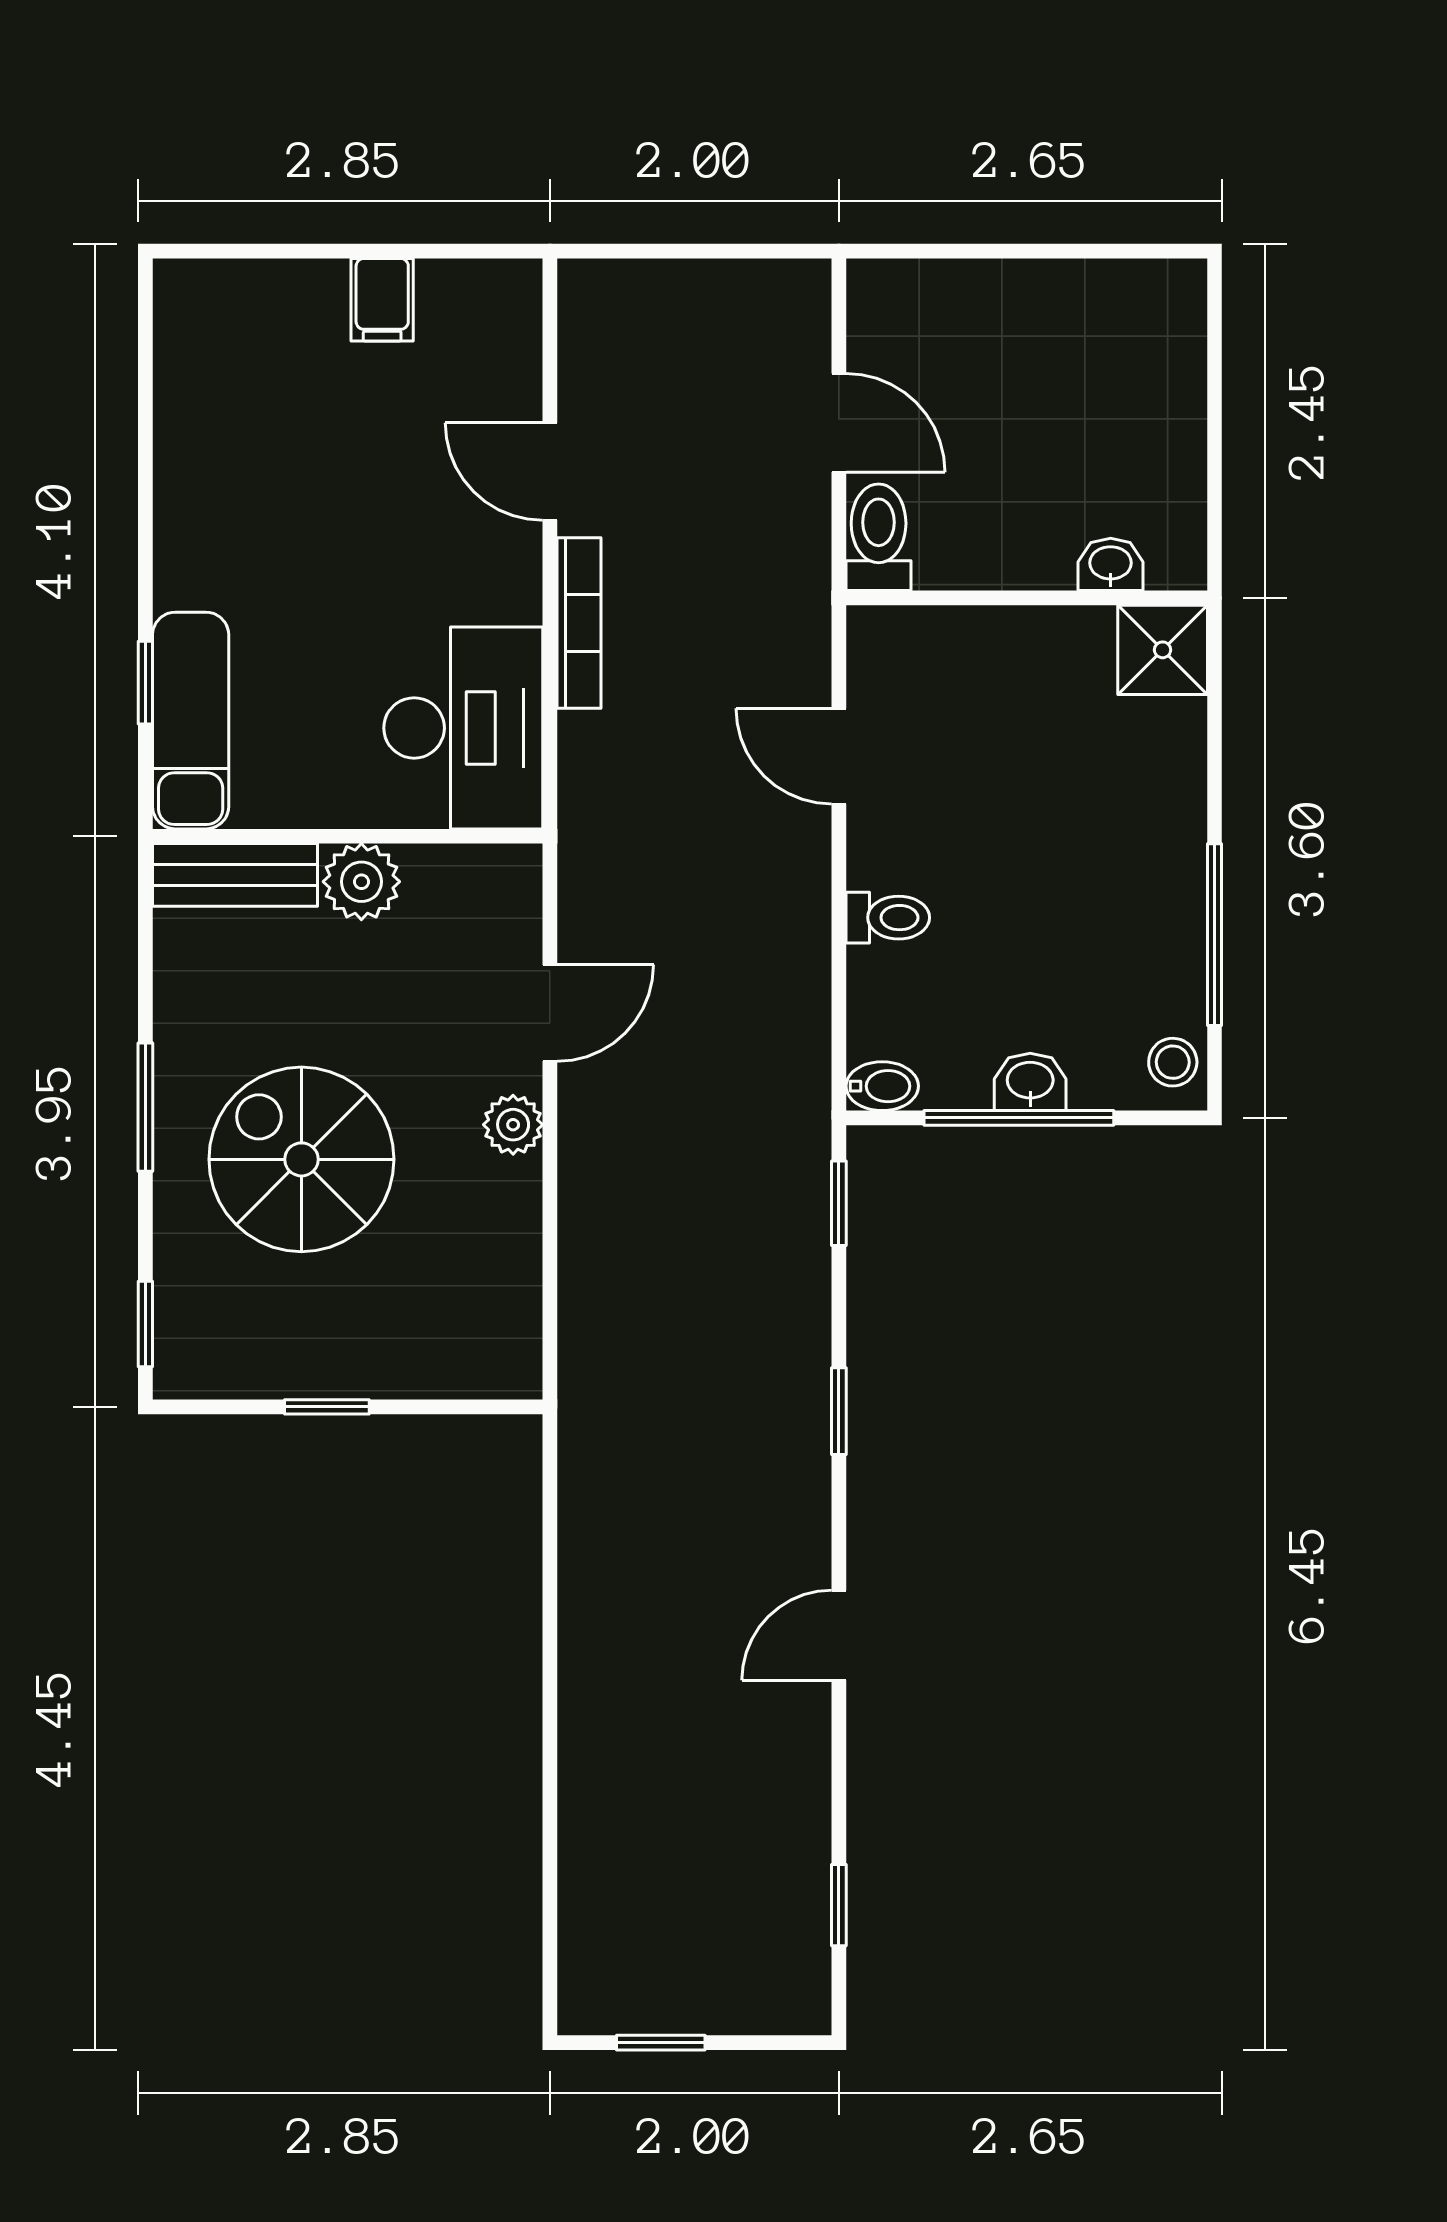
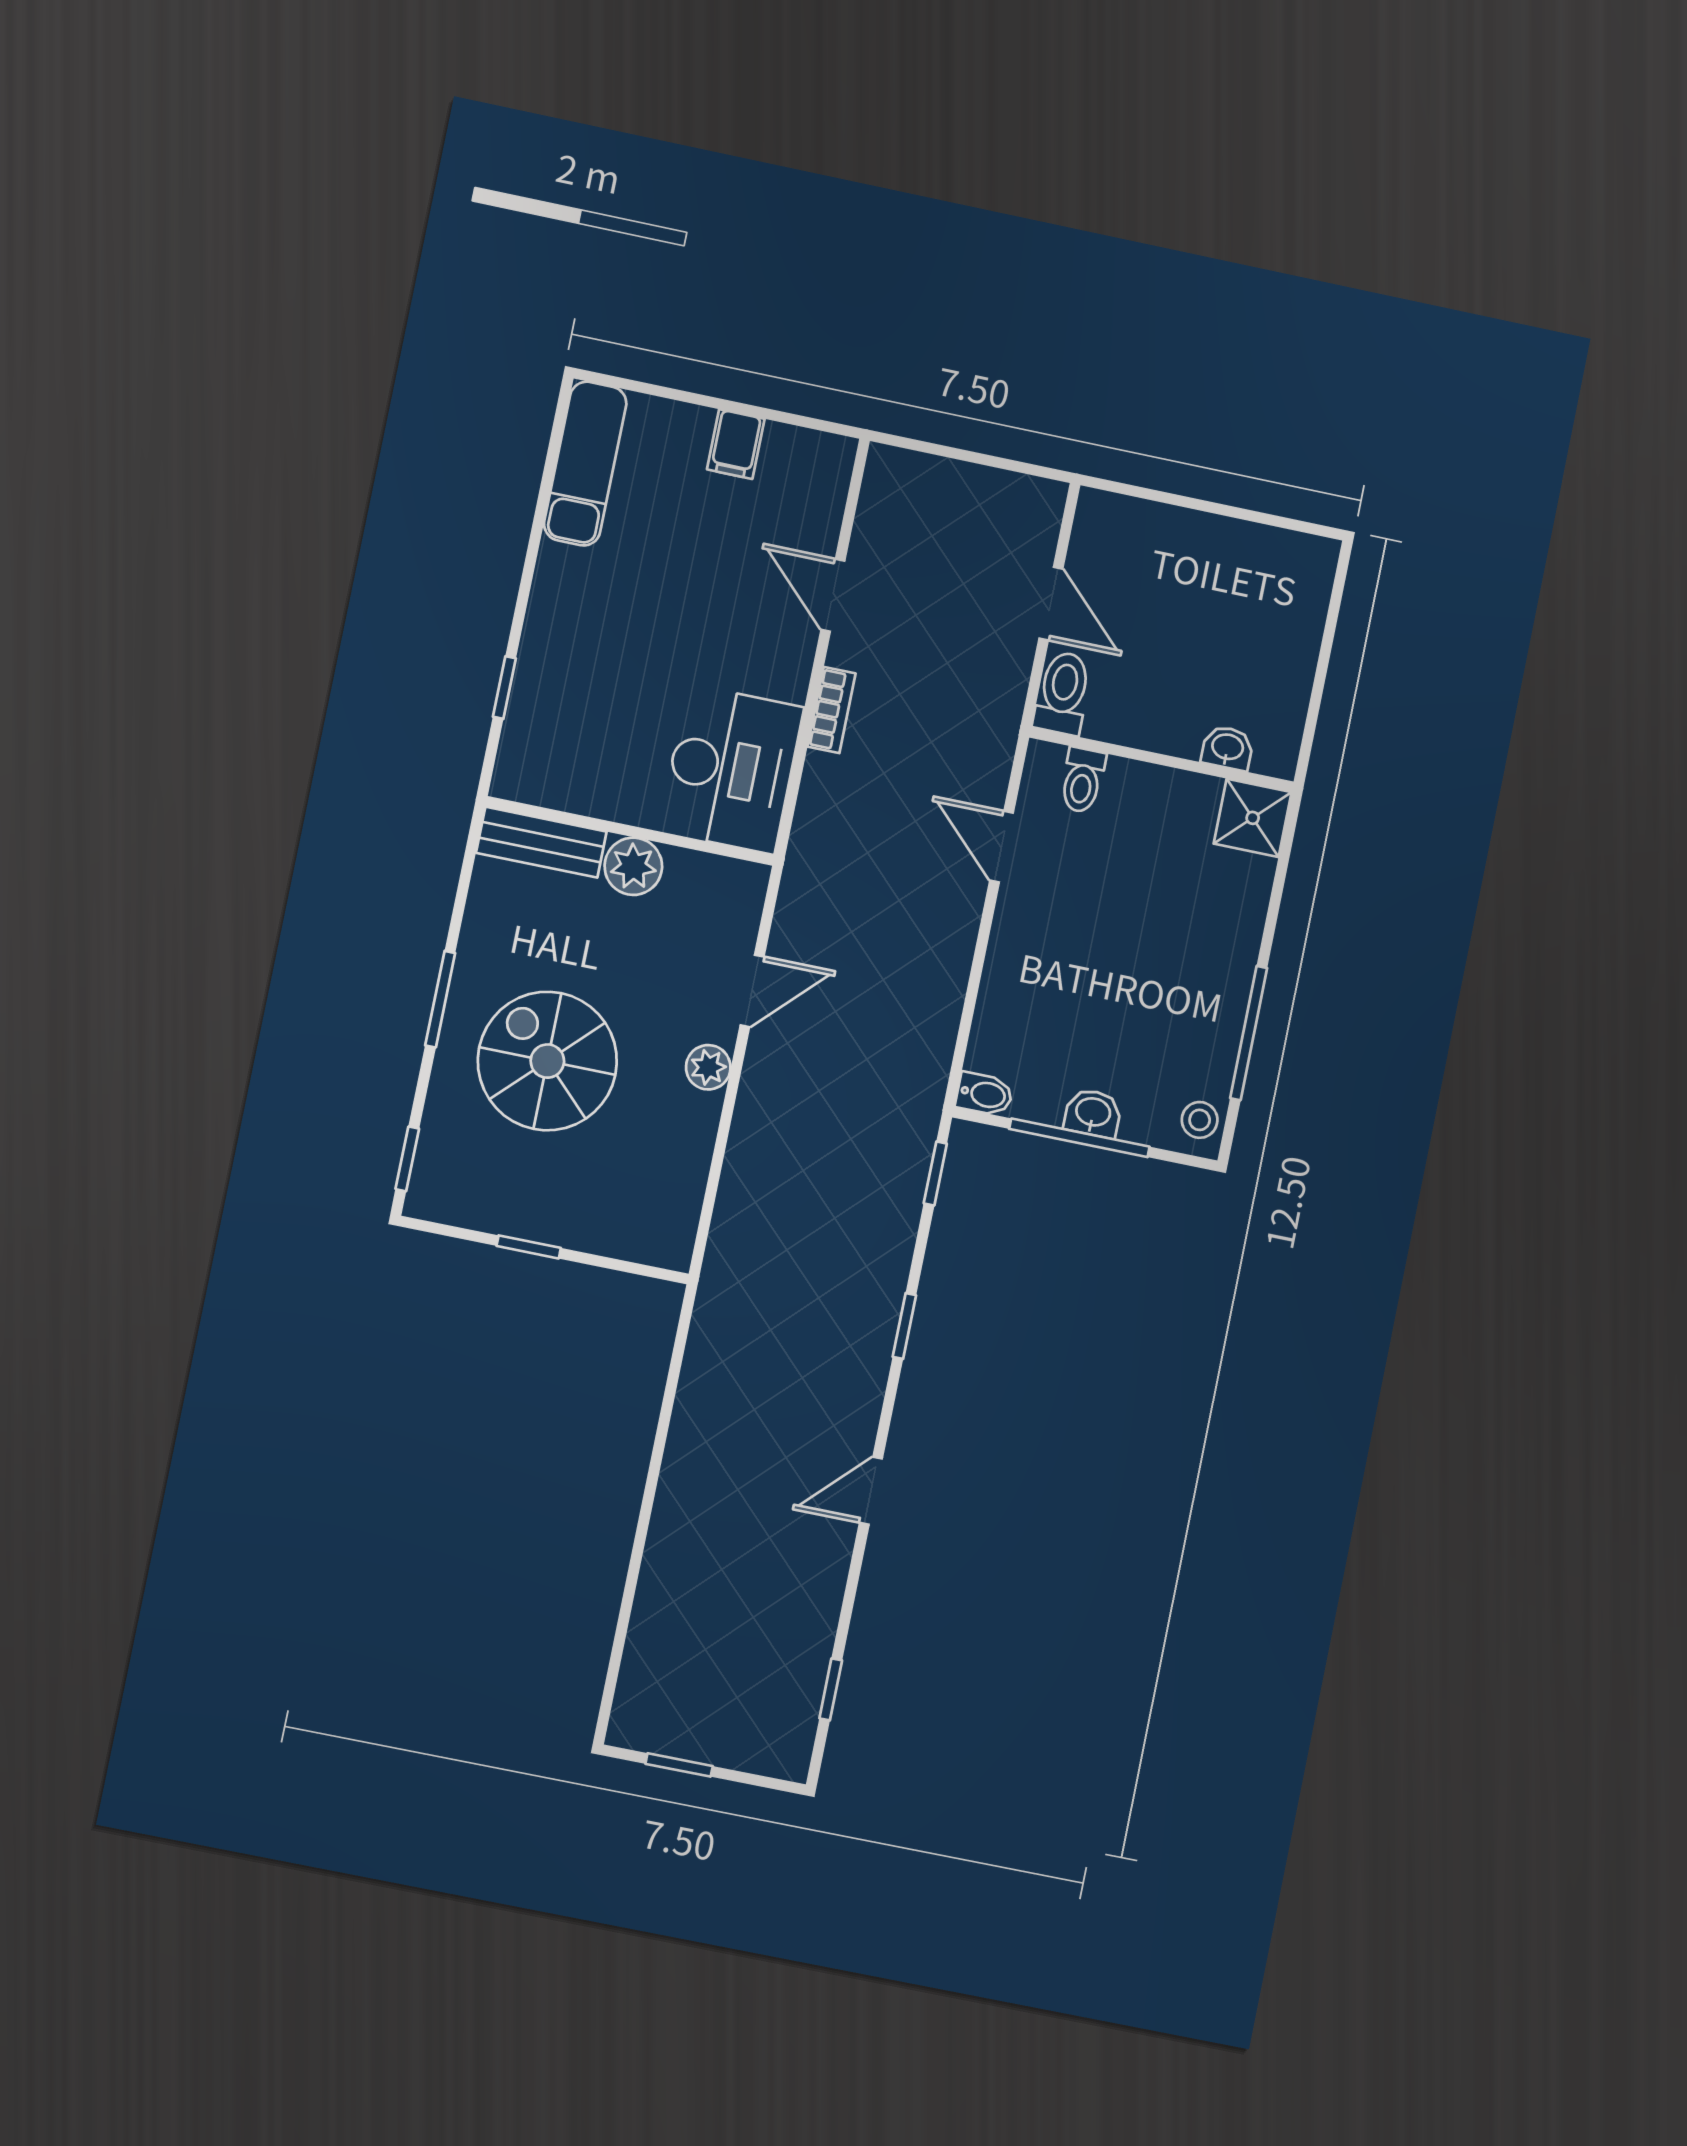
bookcase: (579, 623) -> (832, 710), width x0.64
exam couch: (191, 721) -> (585, 464), moved
toilet: (888, 918) -> (1082, 780), moved, turned 90

